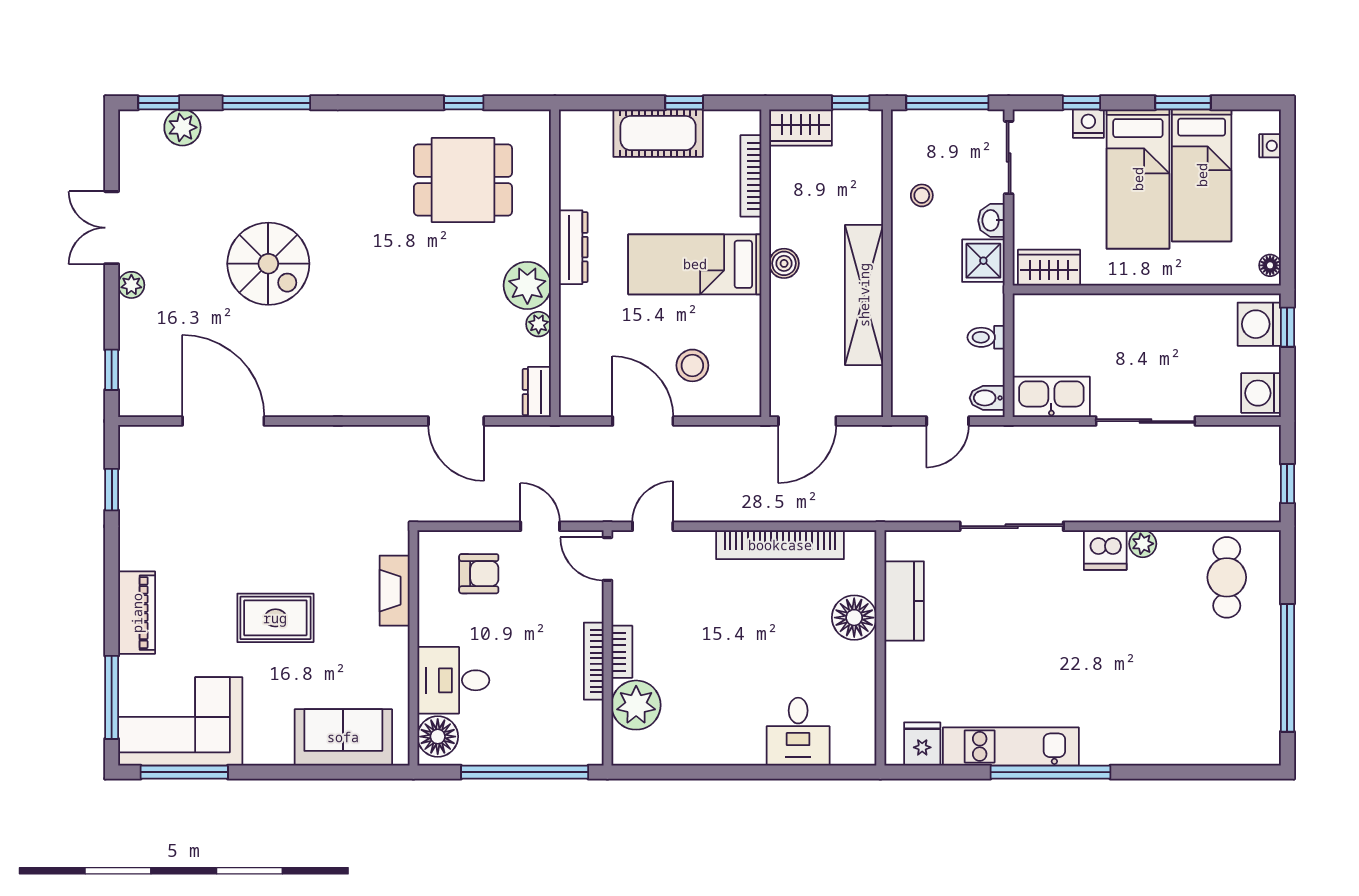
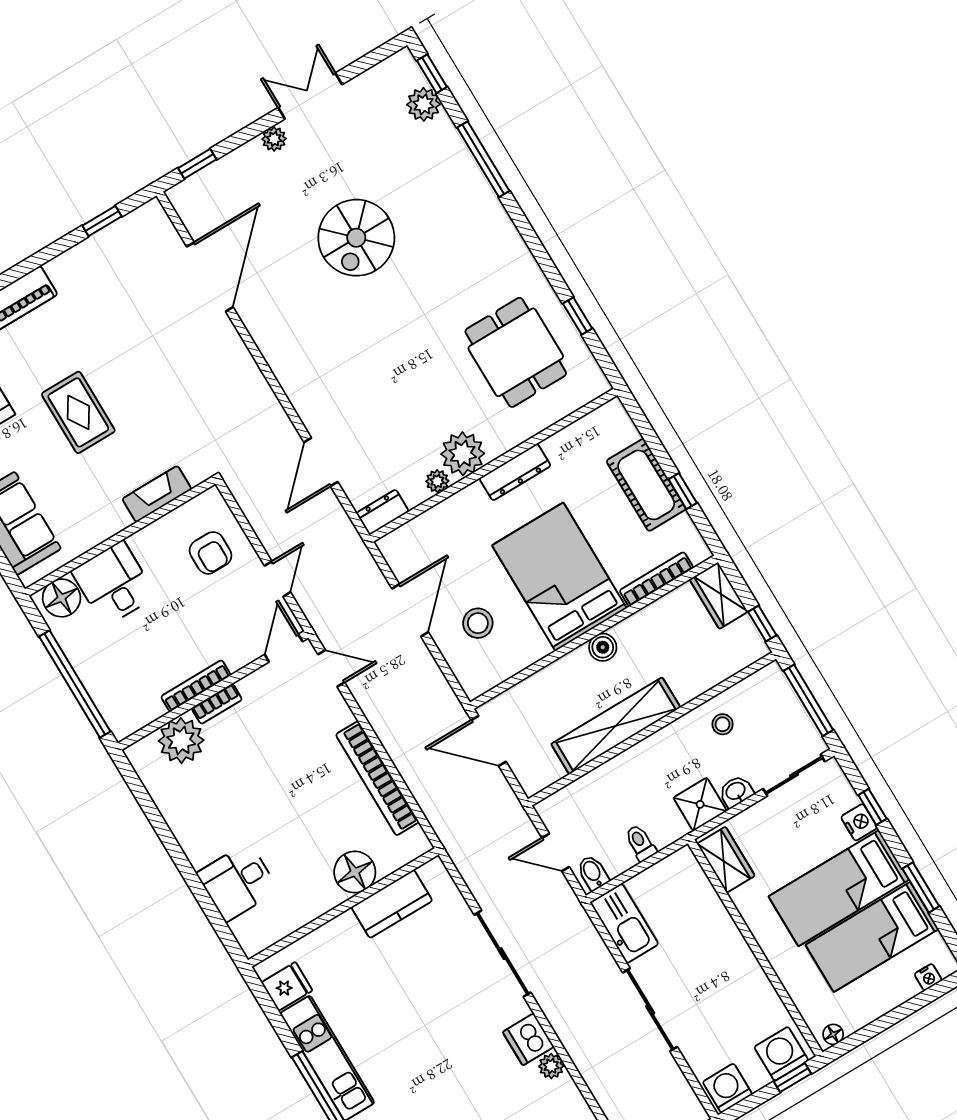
bed: (695, 264) -> (559, 577), width x1.50

